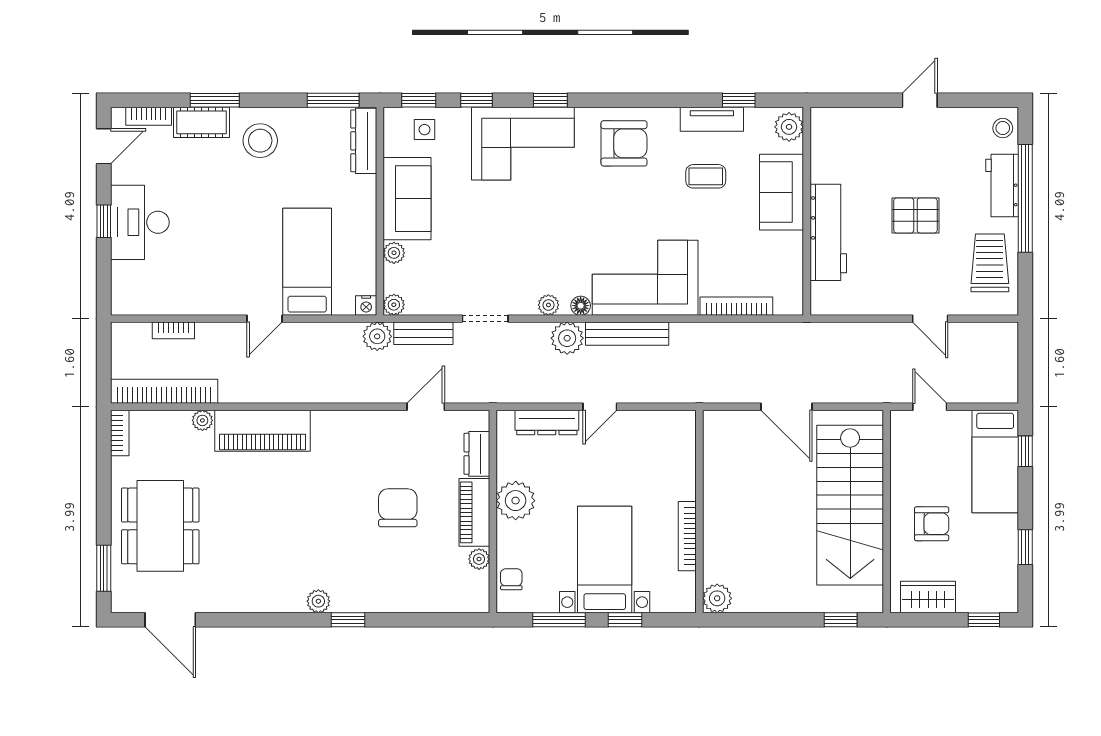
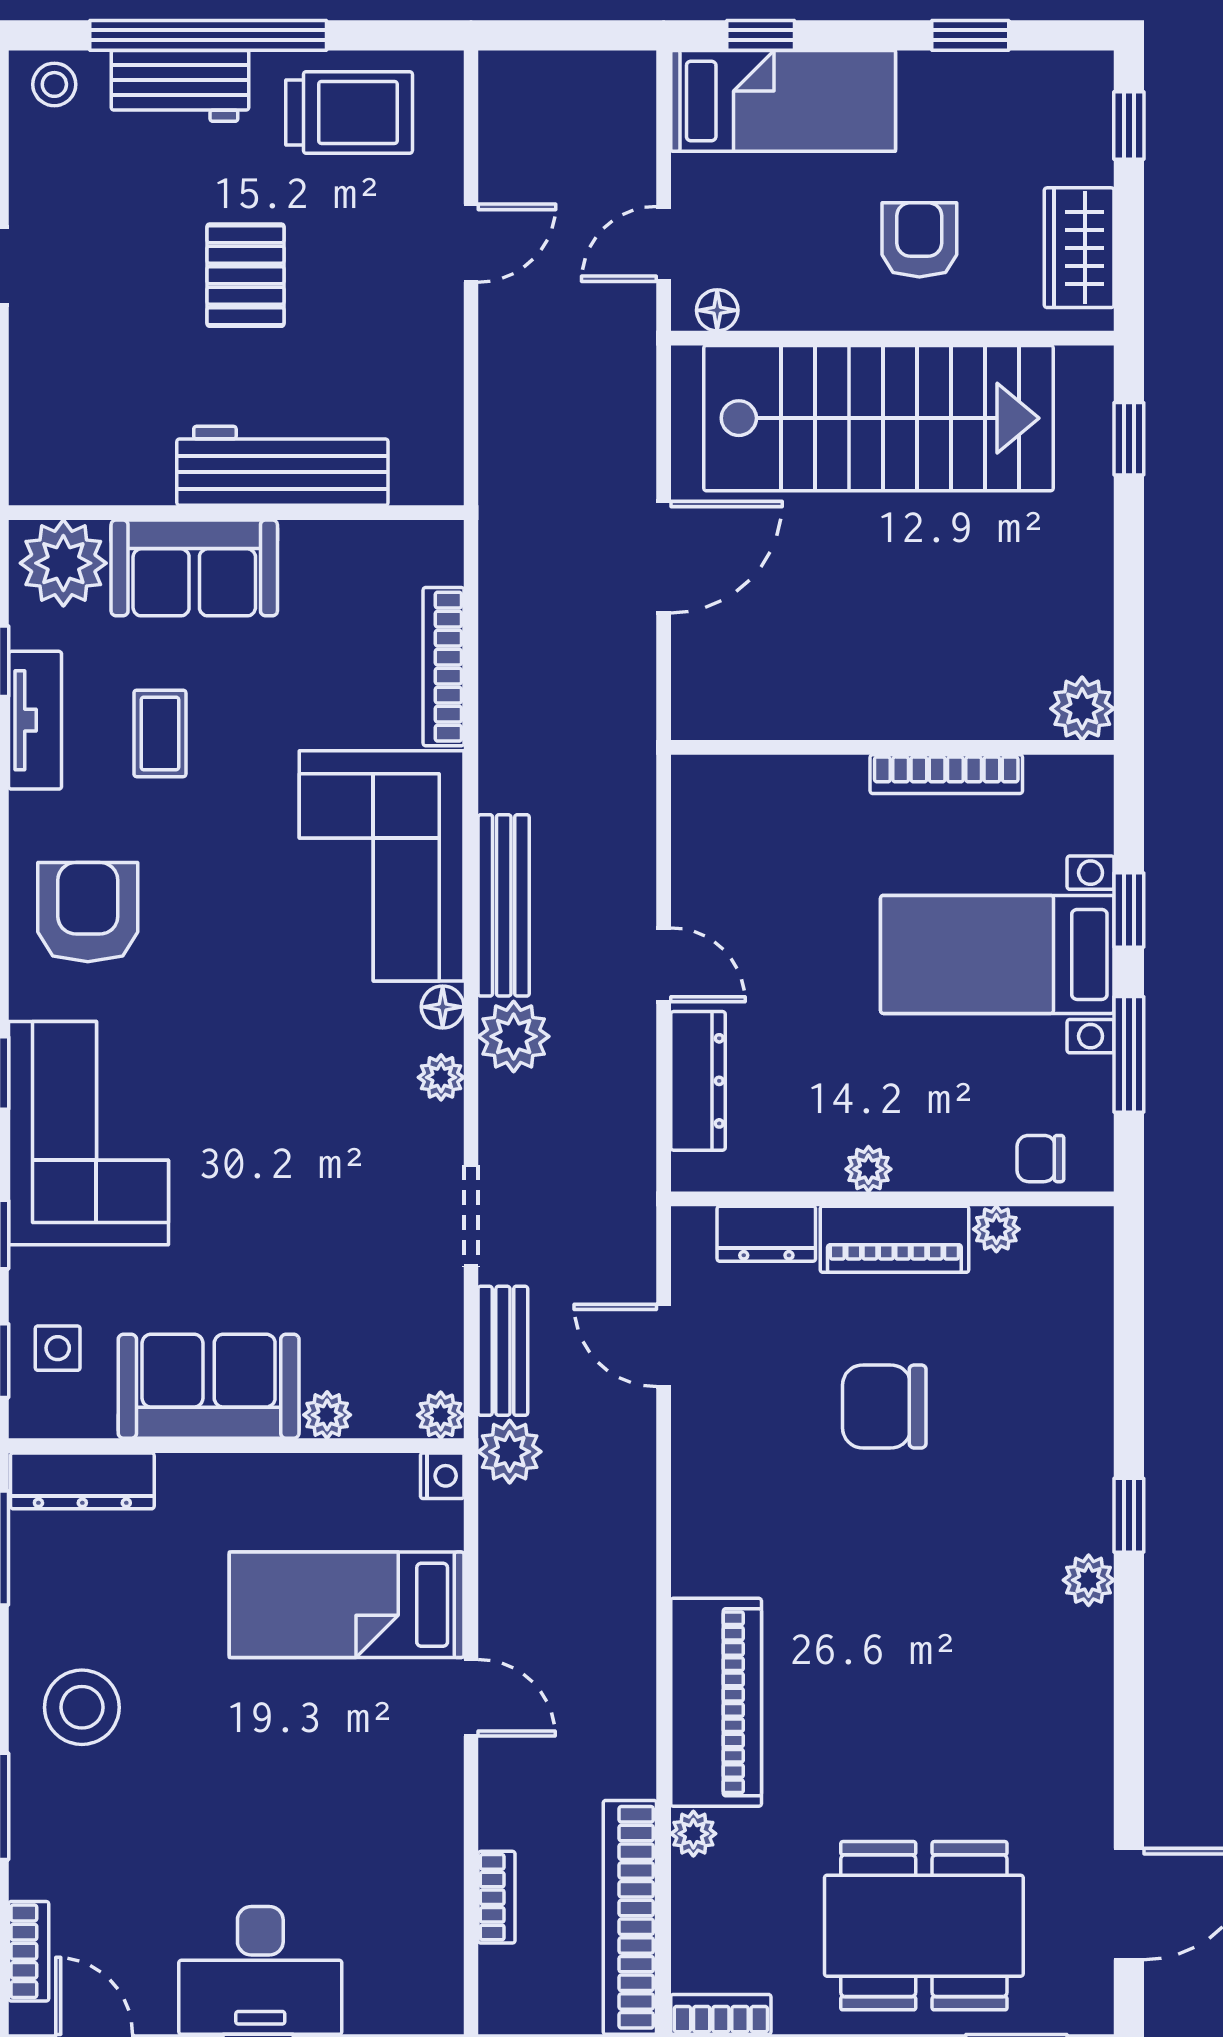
cot: (202, 122) -> (42, 1836), removed
plant: (789, 127) -> (63, 563), width x1.36, depth x1.36
trolley: (990, 263) -> (349, 112), turned 180
floor lamp: (899, 431) -> (717, 310), added
plant: (516, 501) -> (868, 1169), width x0.53, depth x0.53

